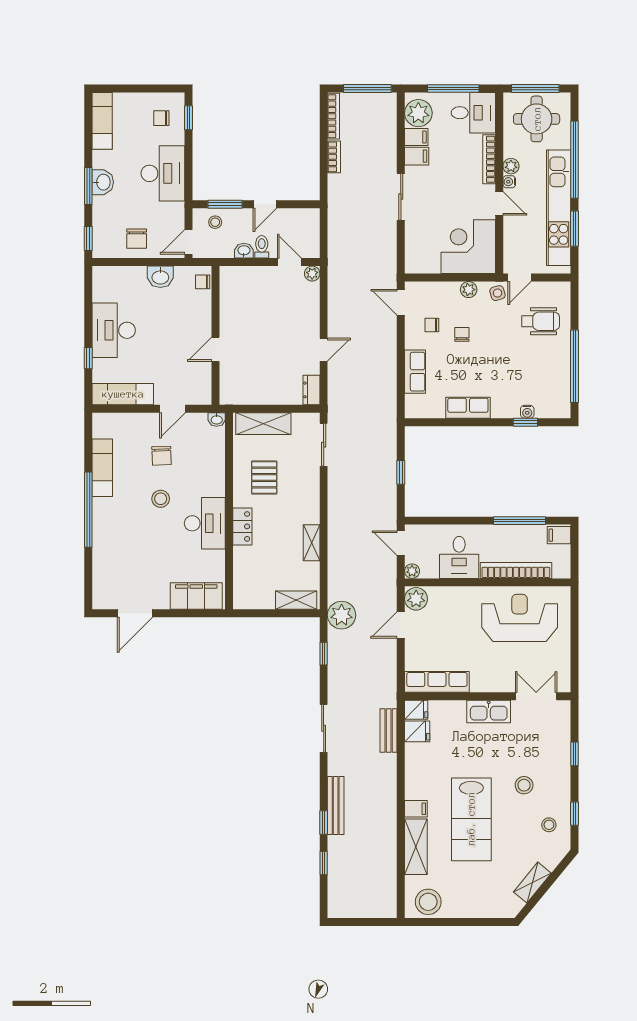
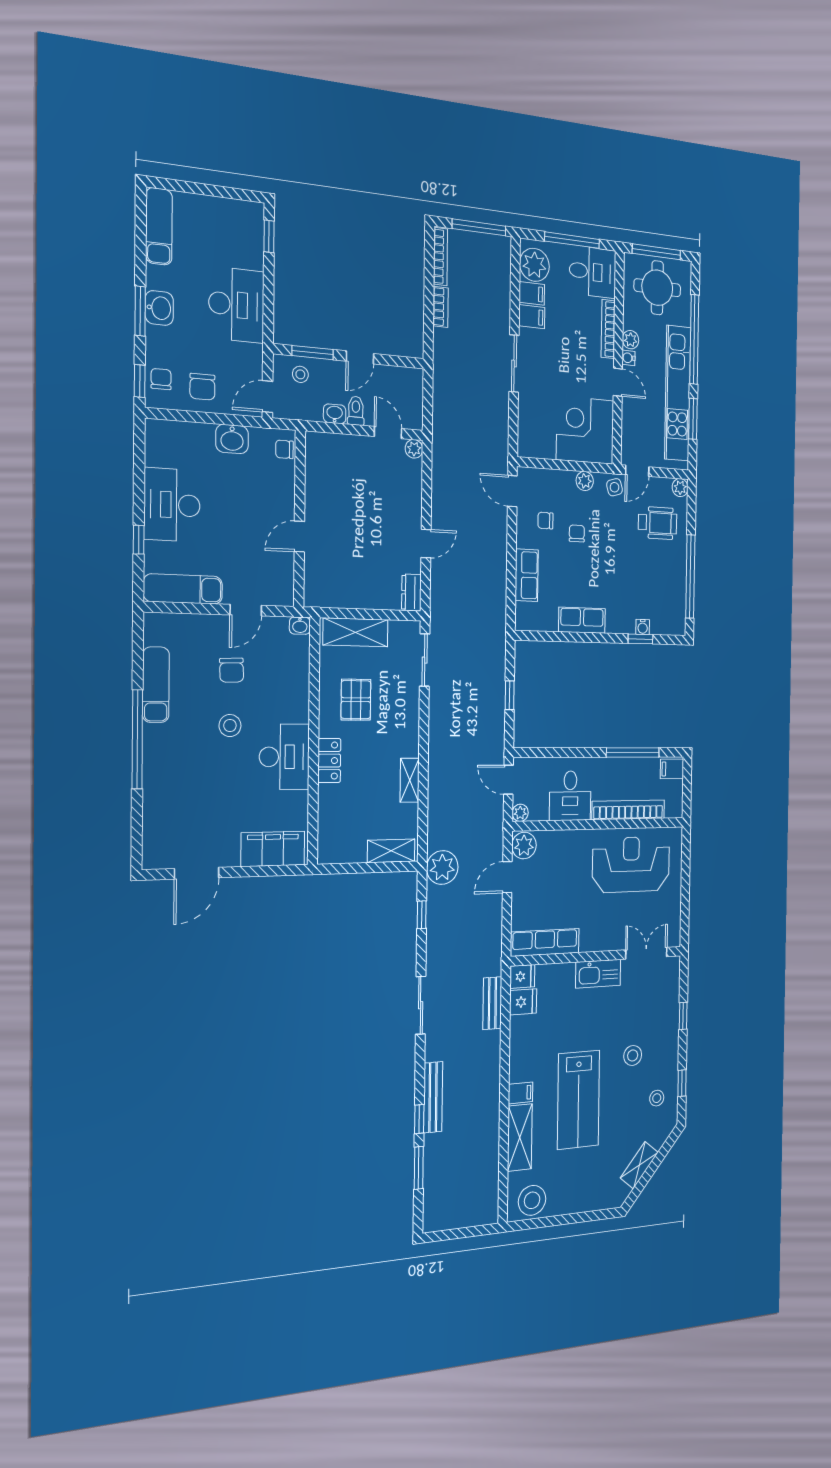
chair: (161, 118) -> (161, 379), moved, turned 90
plant: (563, 289) -> (680, 488), added
window: (324, 863) -> (419, 1168), width x1.50

